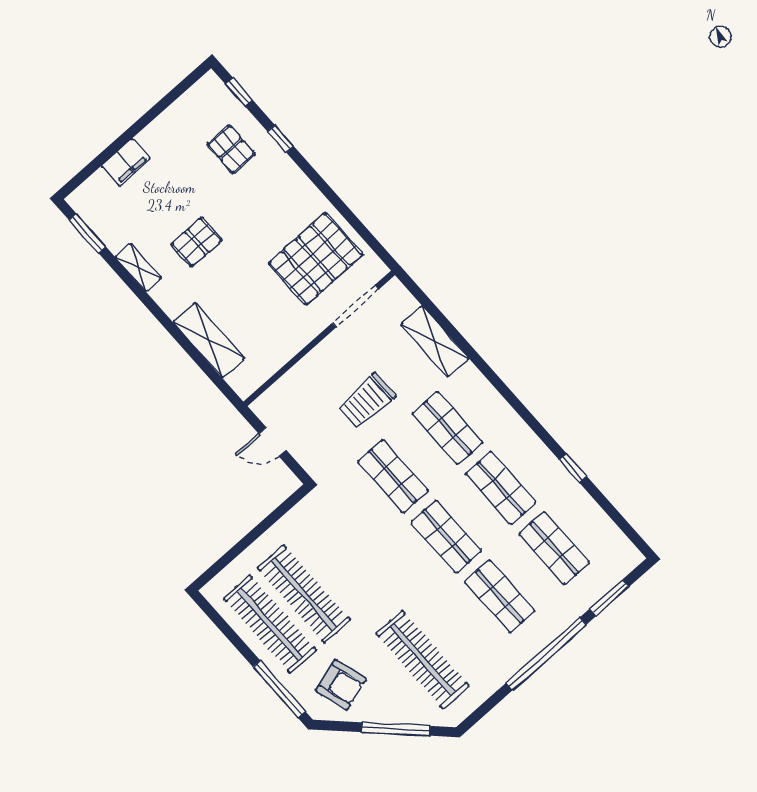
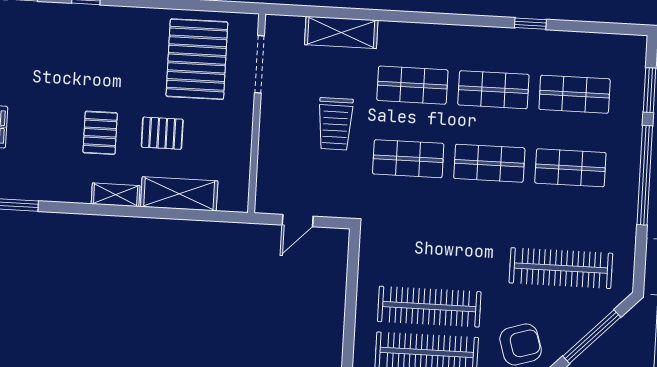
pallet: (231, 149) -> (162, 133), moved
shelving: (138, 267) -> (116, 195), moved

